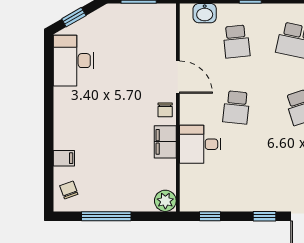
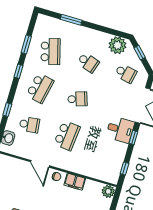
door: (178, 77) -> (40, 164), swing flipped
school desk: (236, 107) -> (67, 136), width x1.85
desk: (200, 144) -> (120, 130), moved, turned -90

